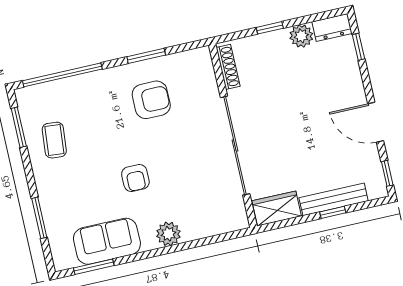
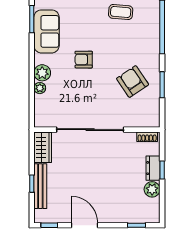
dresser: (332, 28) -> (153, 168), moved
shoe rack: (228, 67) -> (147, 137), width x0.70
armchair: (151, 100) -> (133, 82), turned 146
door: (376, 122) -> (84, 225), hinge flipped
plant: (191, 232) -> (40, 88), added

